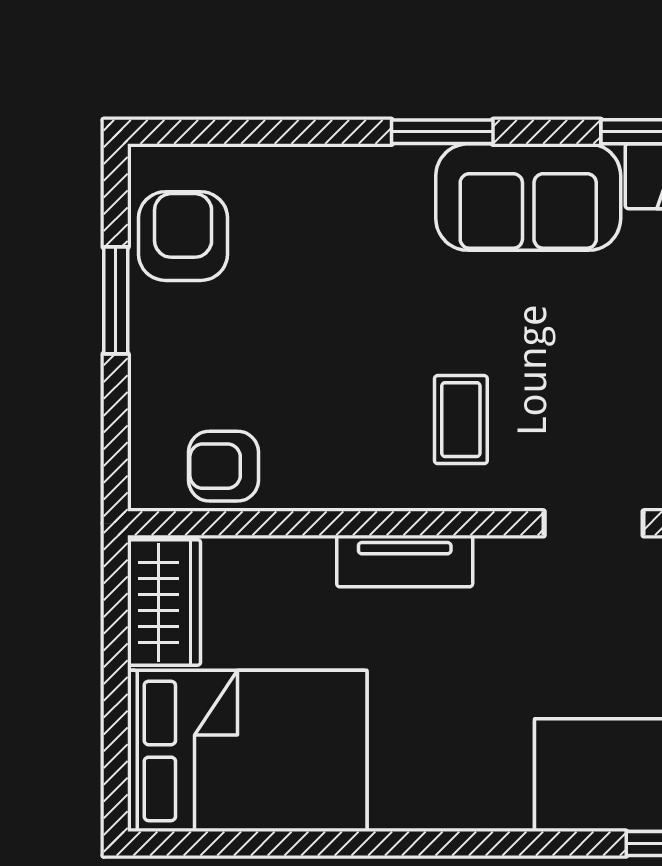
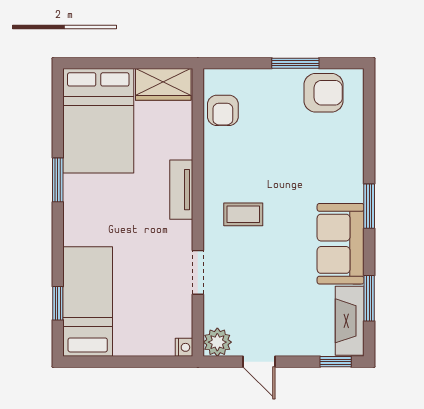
armchair: (223, 466) -> (223, 110), turned 180
window: (382, 844) -> (58, 180), added

